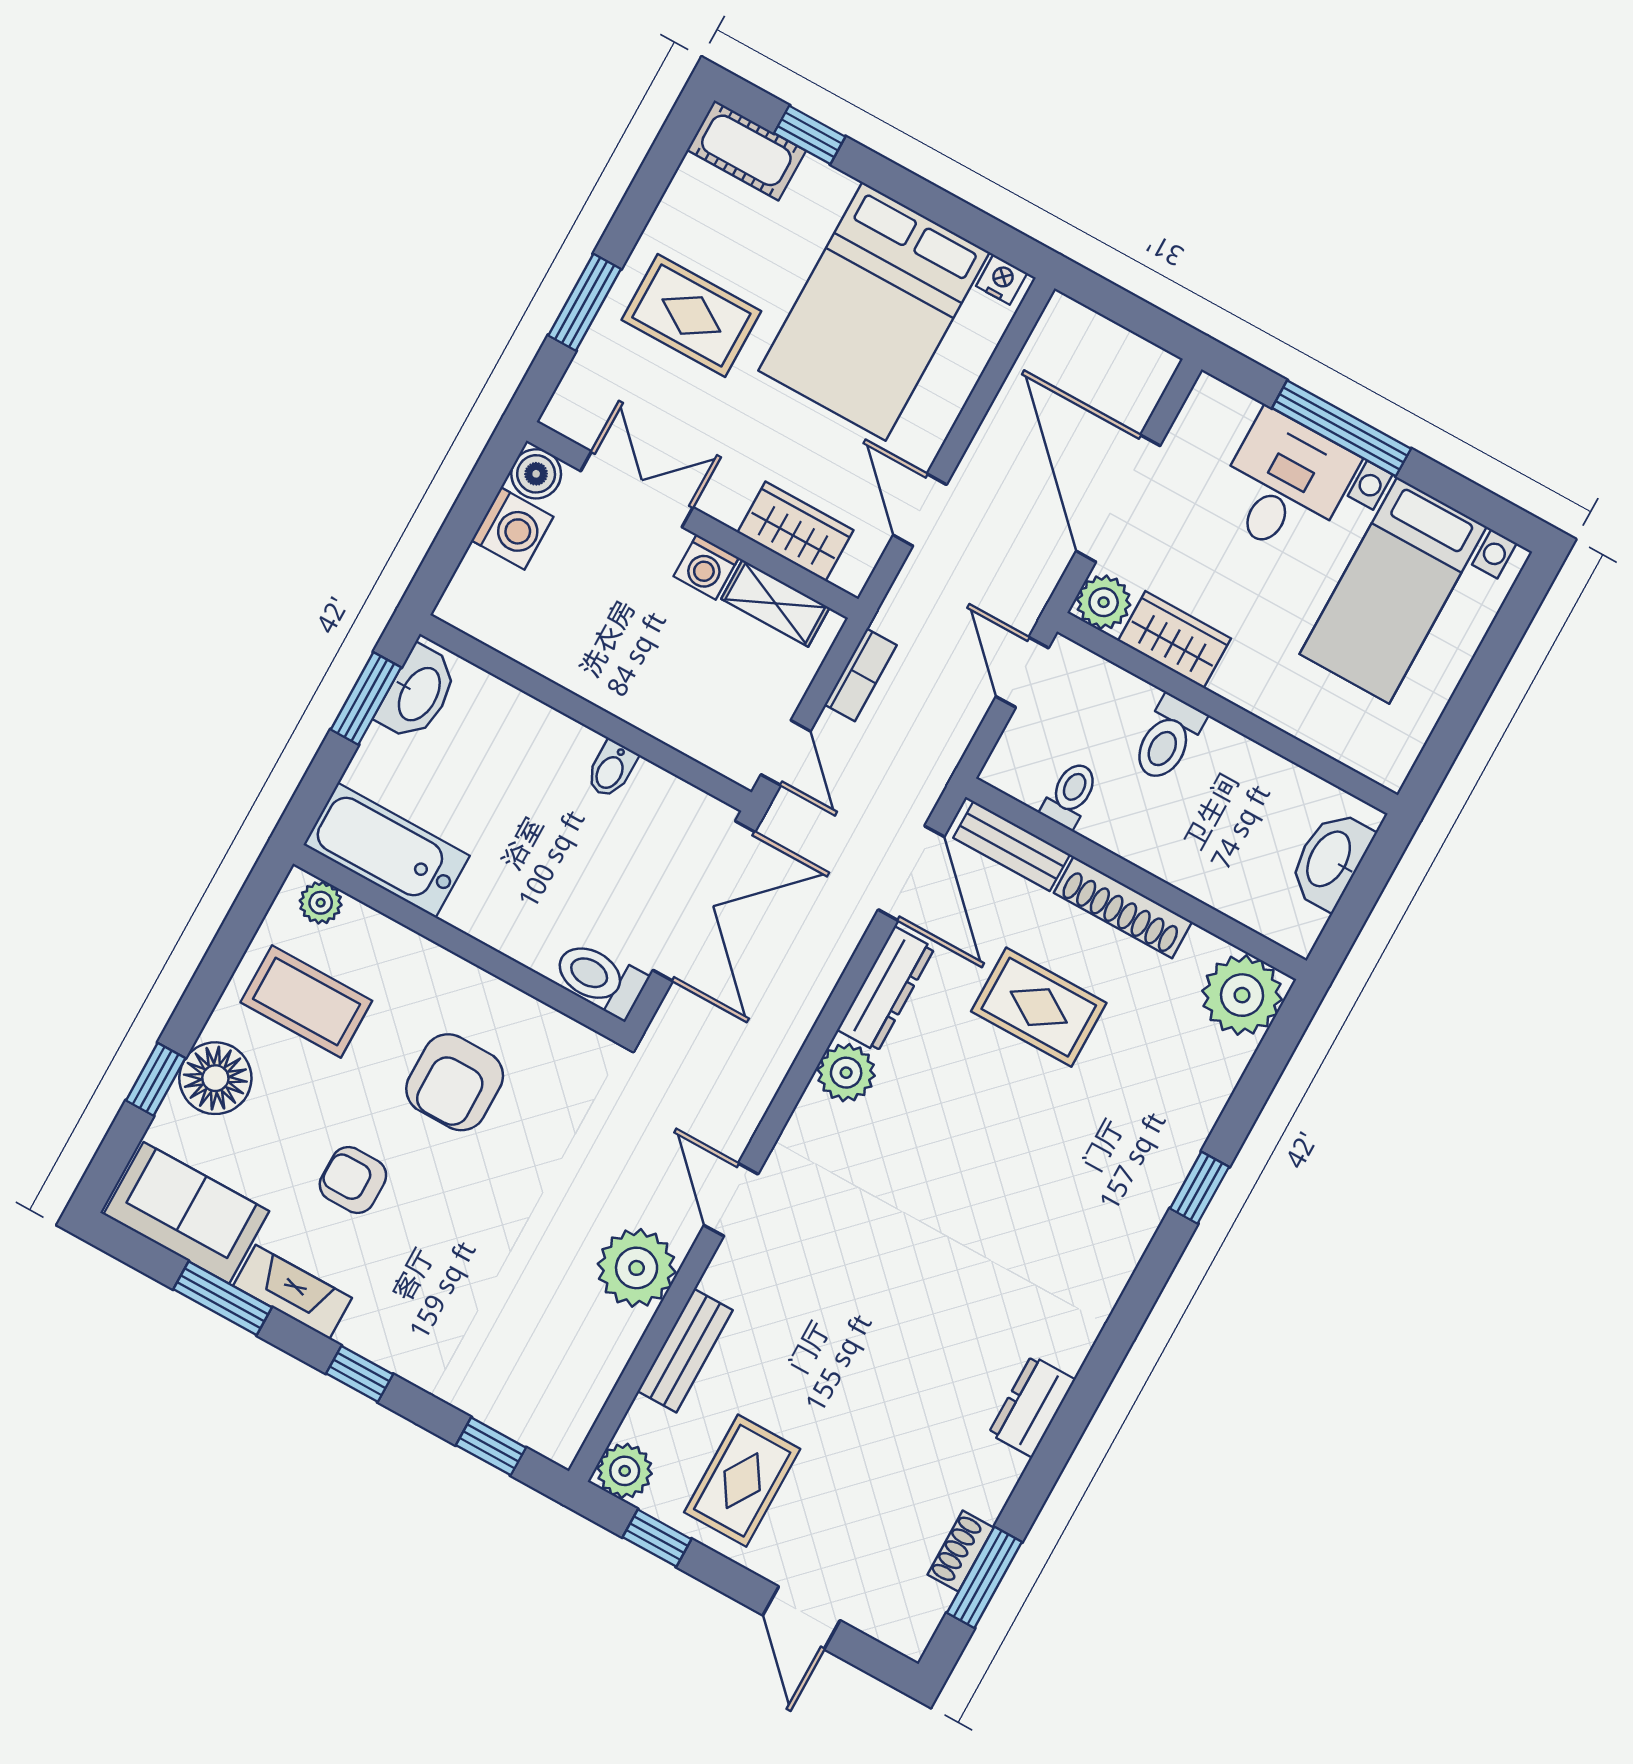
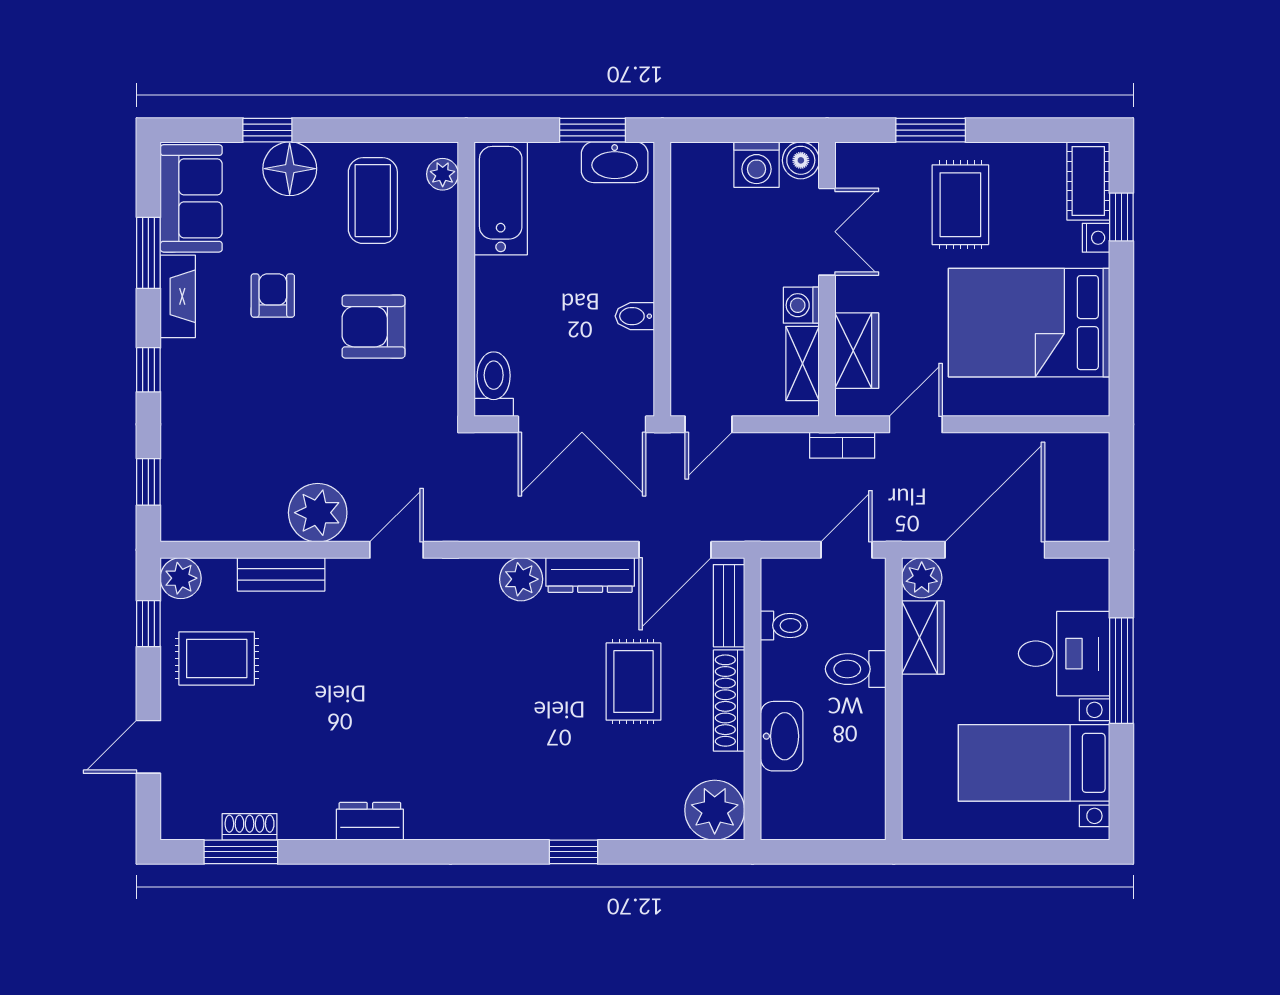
nightstand: (1002, 280) -> (1096, 238), moved
bookcase: (861, 675) -> (842, 445), moved
washbasin: (1330, 860) -> (782, 736), moved, turned 90

